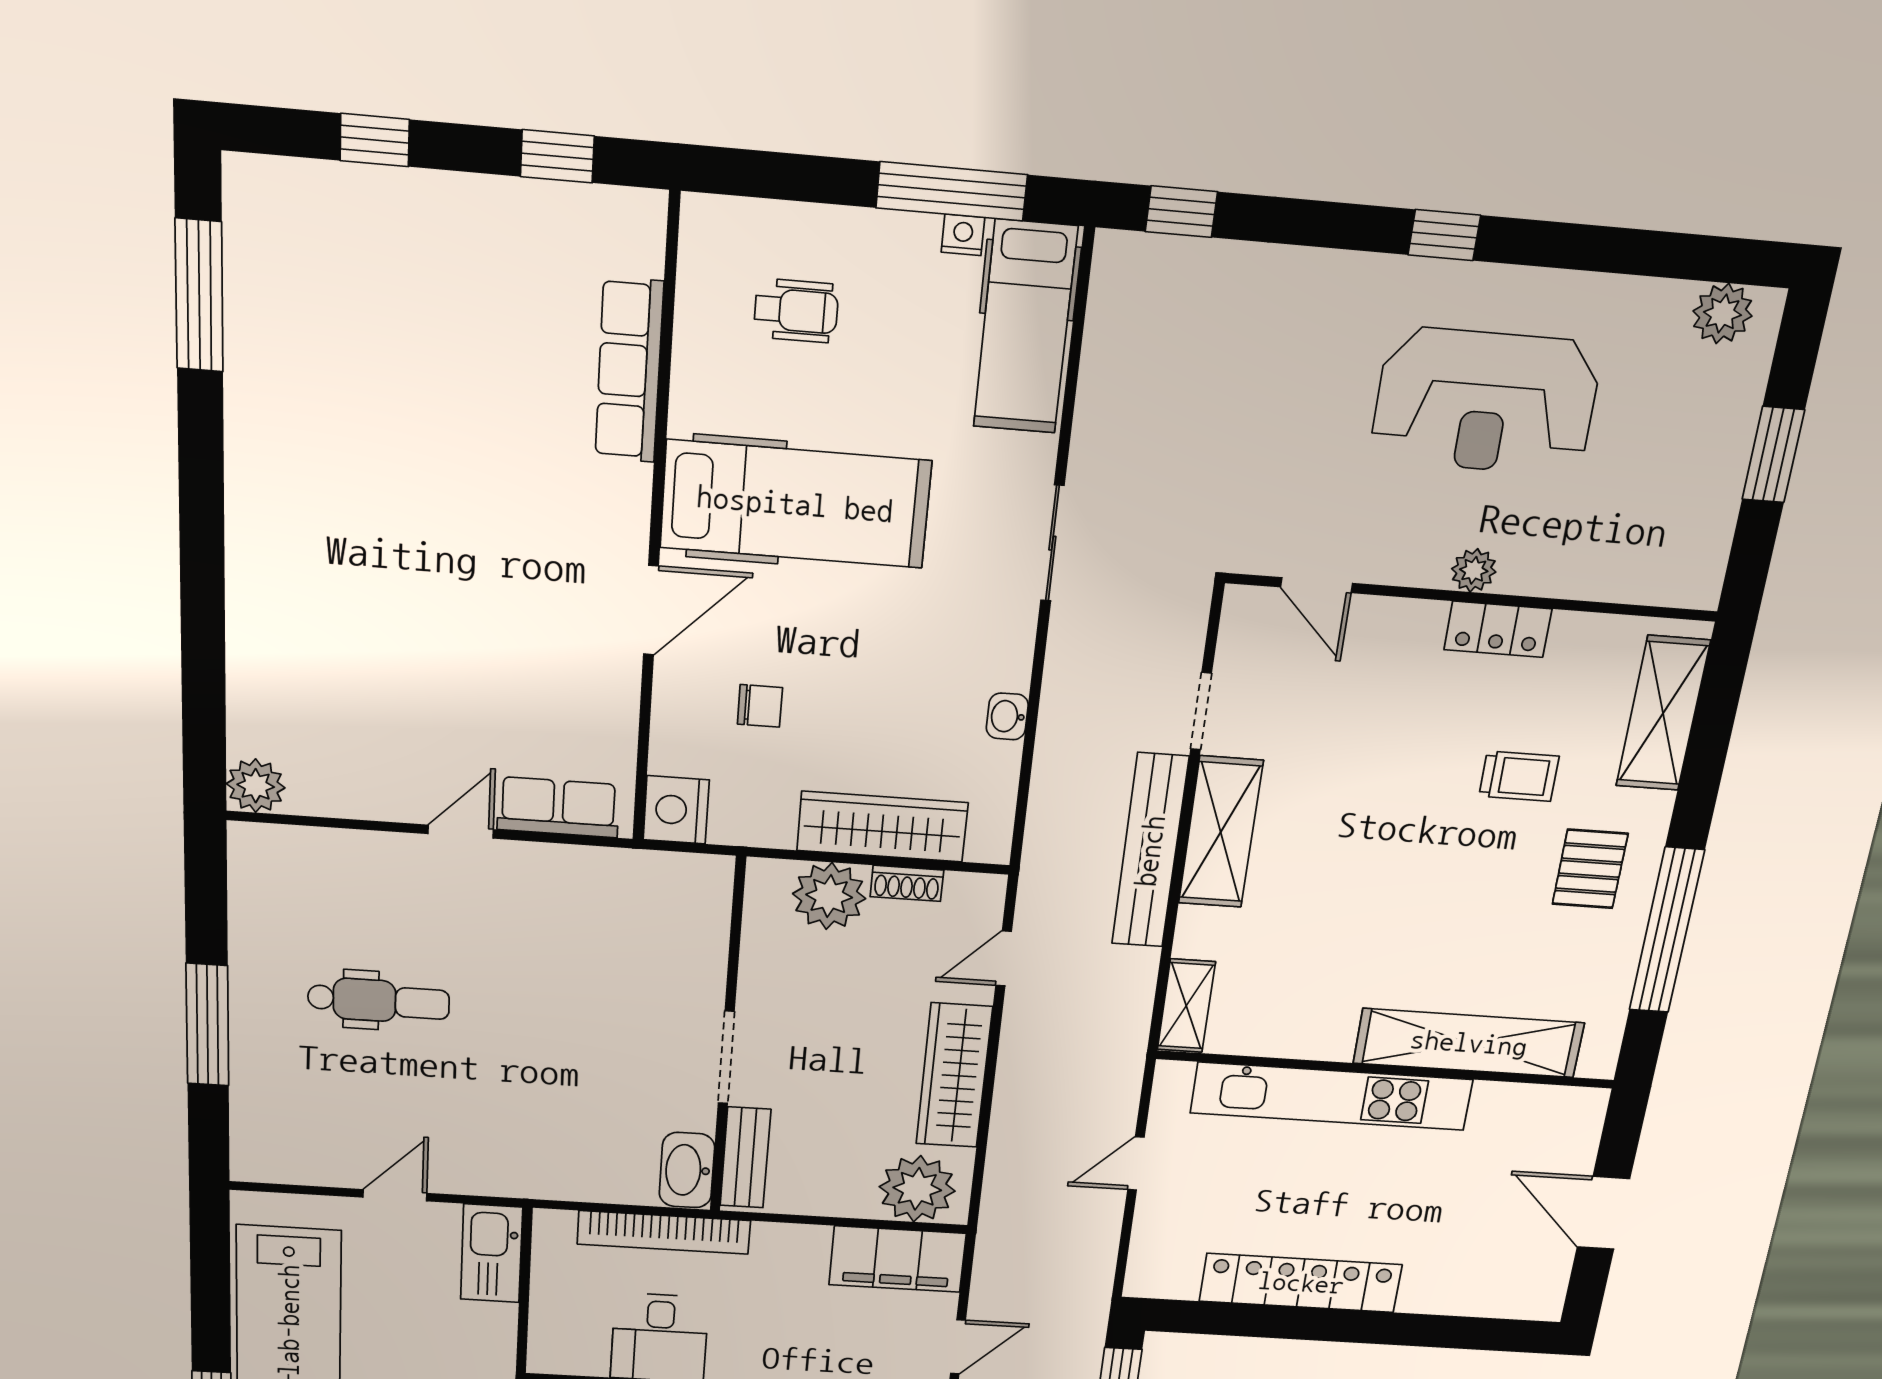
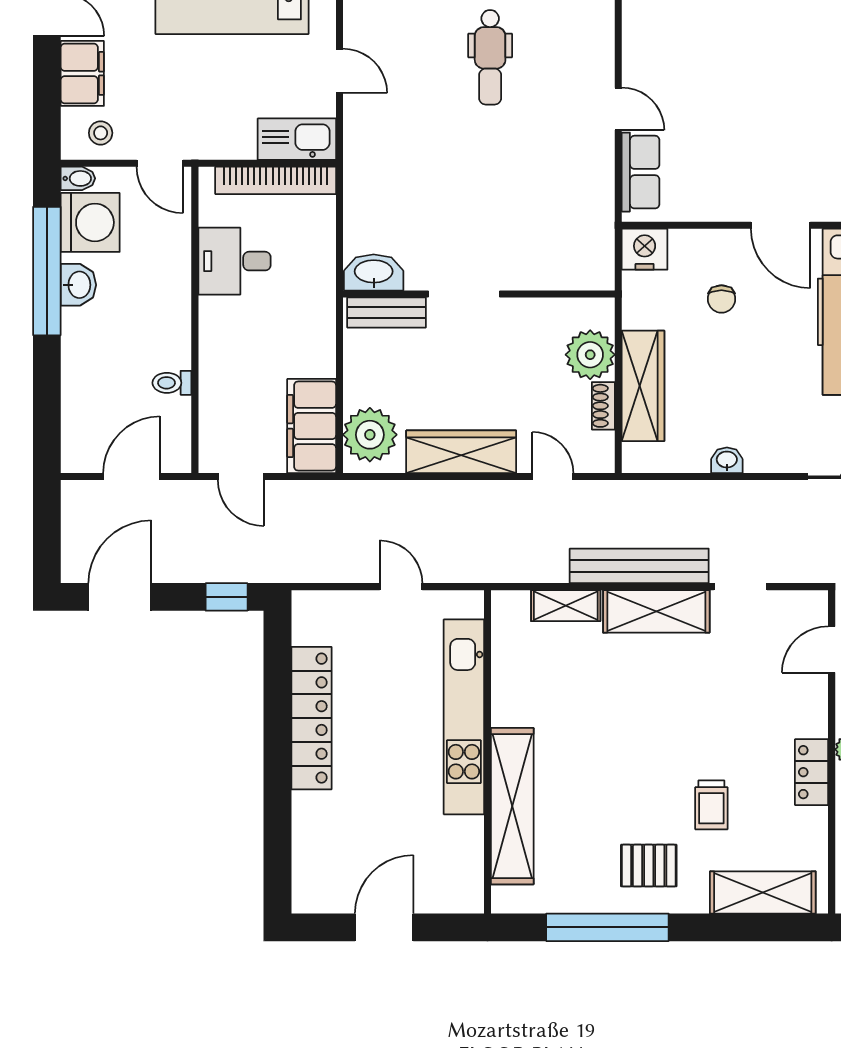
shelving: (1186, 1006) -> (566, 606), moved
bookcase: (664, 1232) -> (276, 180), moved, turned -90

